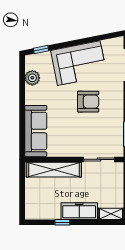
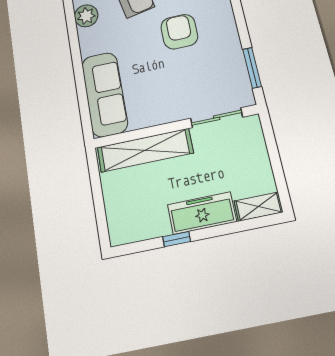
armchair: (88, 102) -> (179, 32), turned -90

